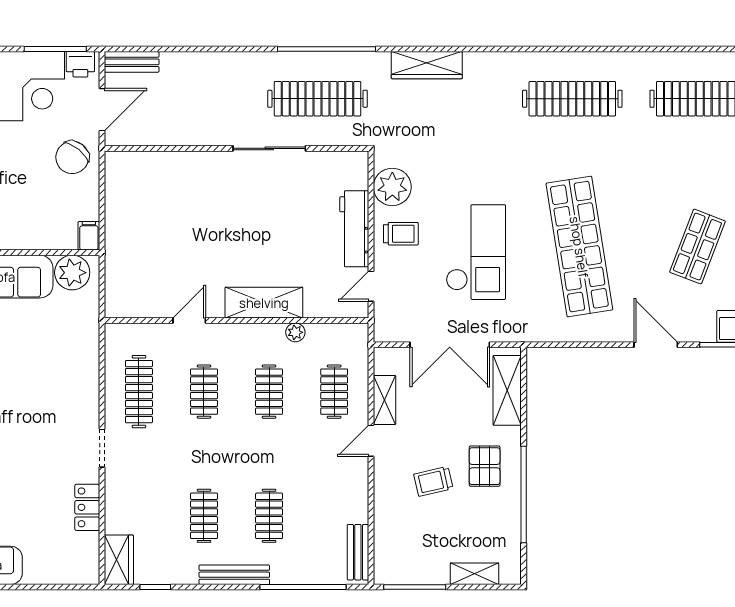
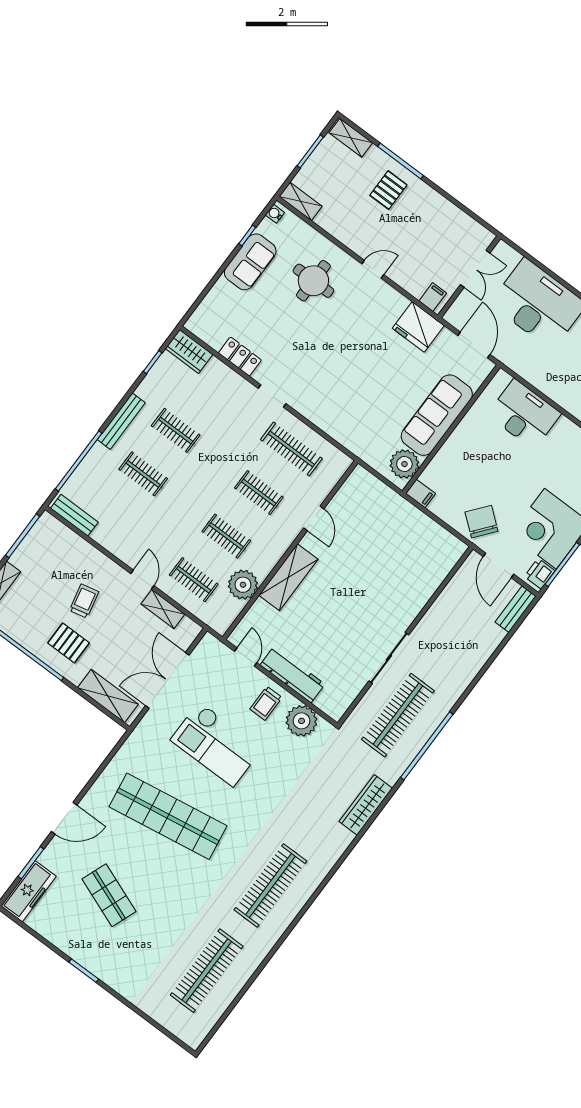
plant: (295, 332) -> (243, 585), width x1.88, depth x1.88

